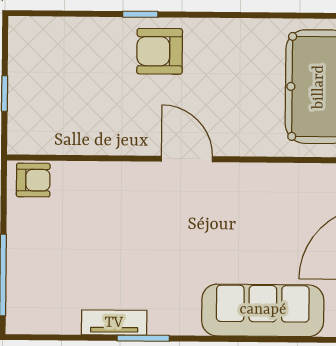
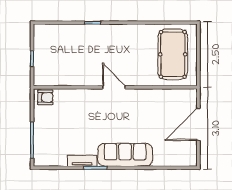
armchair: (160, 51) -> (101, 39), removed
sofa: (263, 310) -> (125, 155), moved

